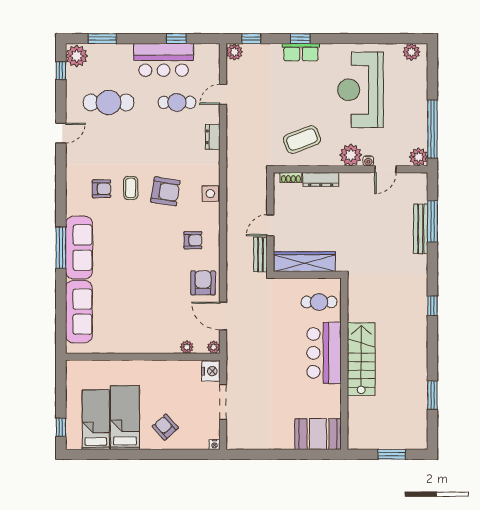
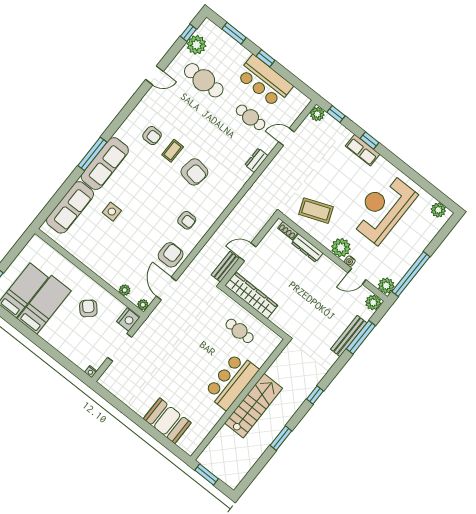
window: (176, 39) -> (266, 58), moved
plant: (77, 56) -> (196, 45), moved
plant: (419, 181) -> (373, 303), added
side table: (210, 194) -> (112, 212), moved
bar counter: (324, 353) -> (232, 381), moved
stairs: (361, 359) -> (254, 406), moved
wall: (344, 364) -> (239, 400), moved
window: (432, 395) -> (281, 438), moved
armchair: (165, 427) -> (88, 308), moved

